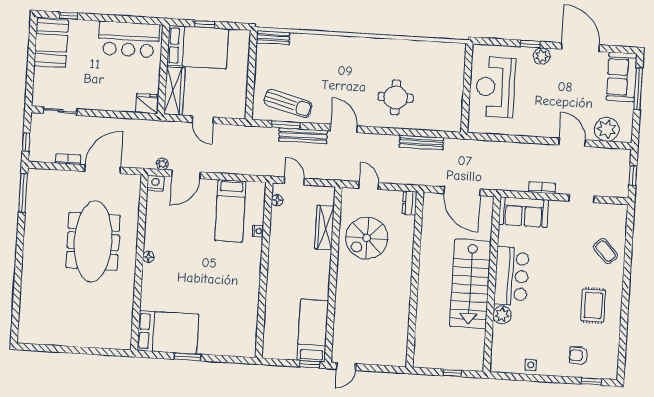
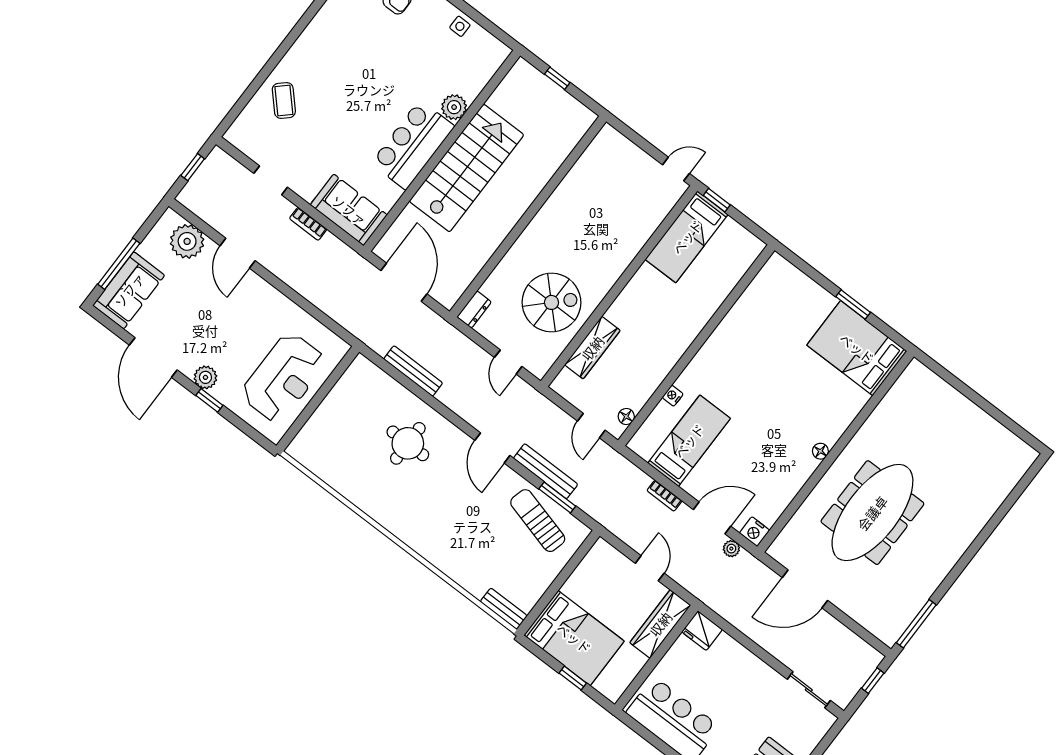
bed: (198, 47) -> (574, 638), moved, turned 180
bookcase: (68, 159) -> (664, 496), moved
rug: (593, 305) -> (341, 47), removed

